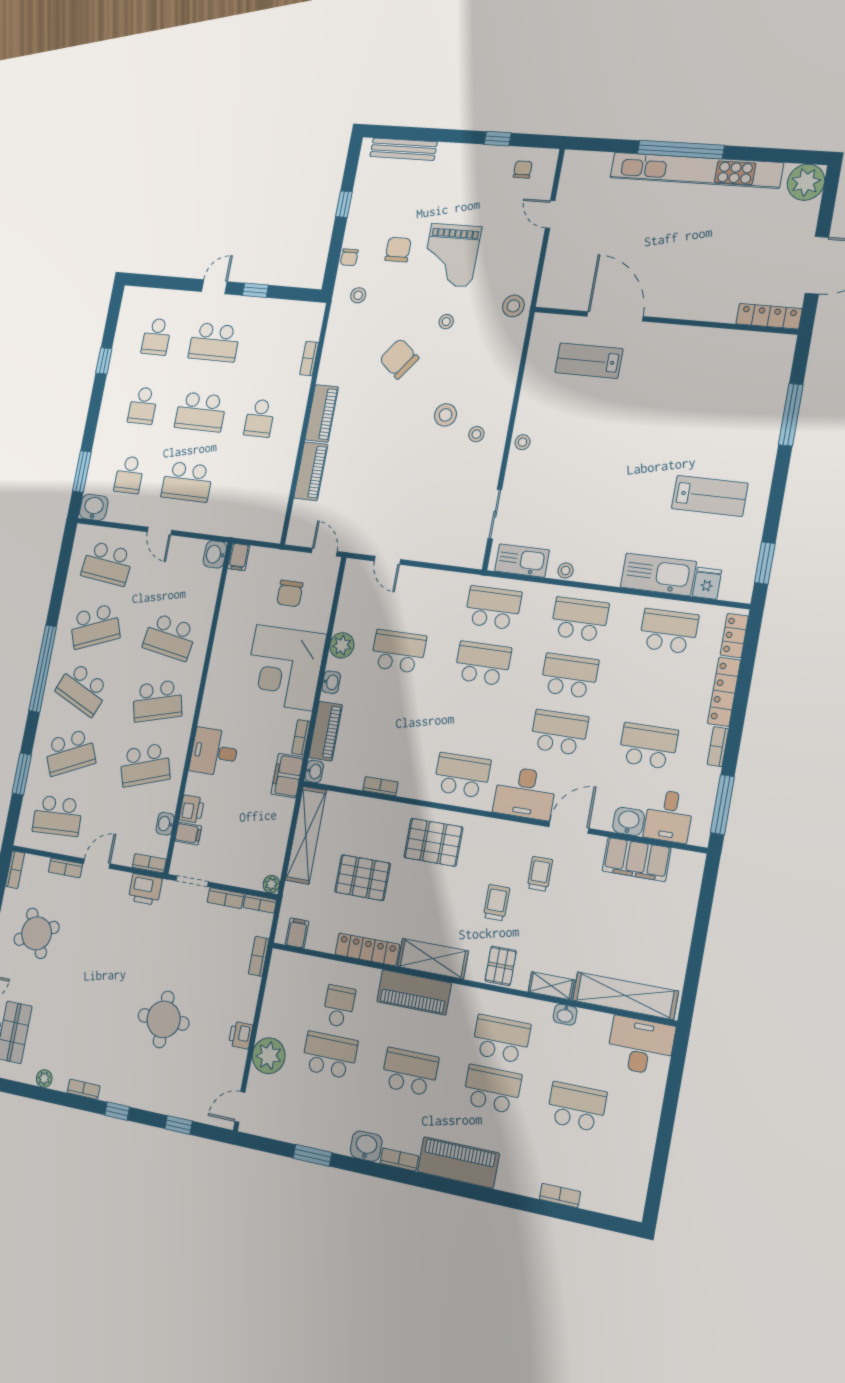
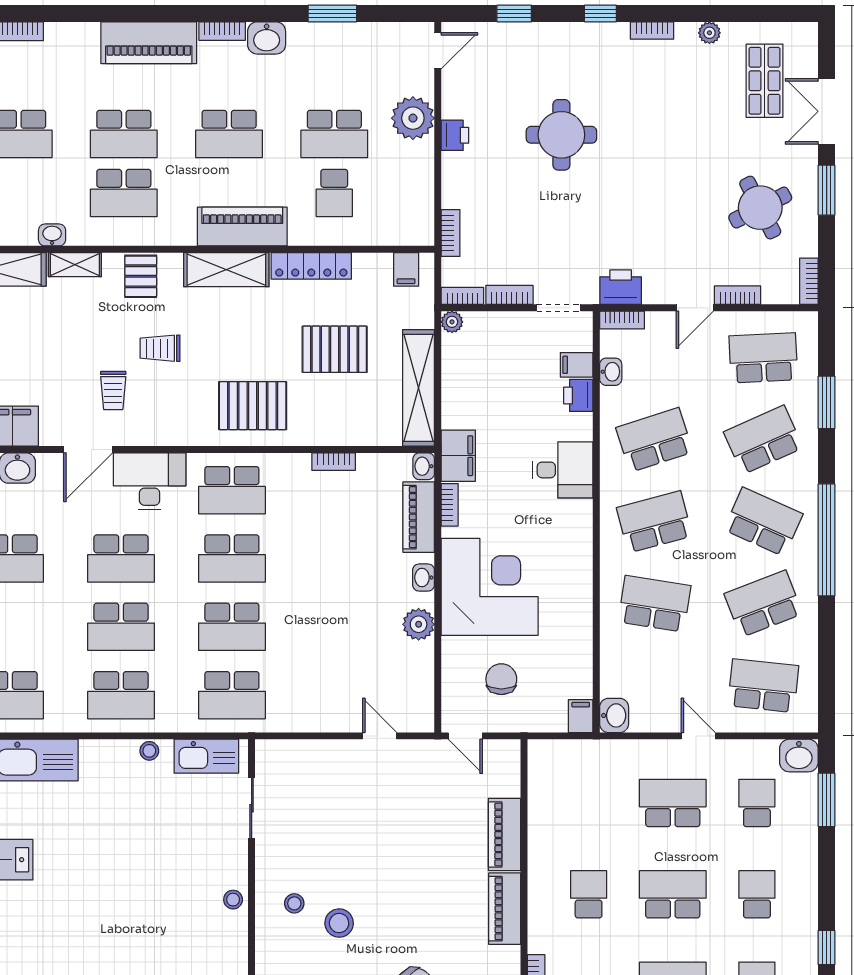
school desk: (398, 651) -> (232, 559), moved
trolley: (496, 903) -> (160, 348), turned 90

